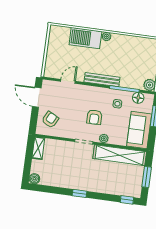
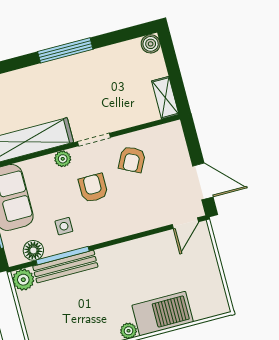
bench: (102, 80) -> (65, 267), moved
door: (68, 81) -> (185, 223), moved
armchair: (50, 120) -> (132, 159), moved
window: (79, 193) -> (65, 50), width x2.17

